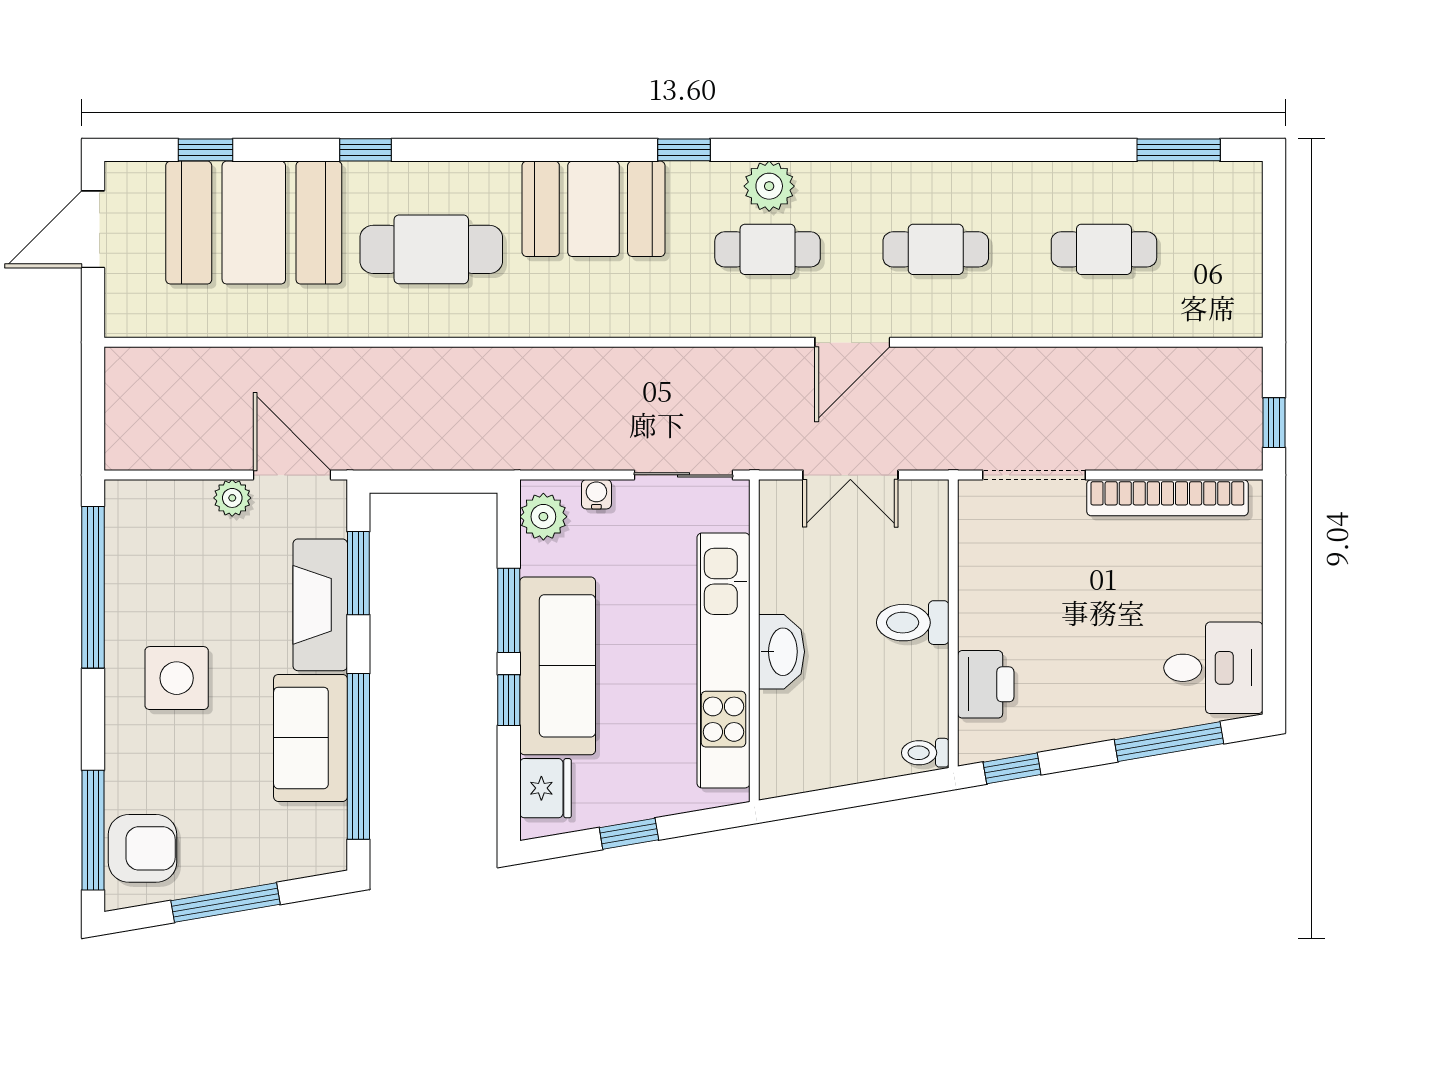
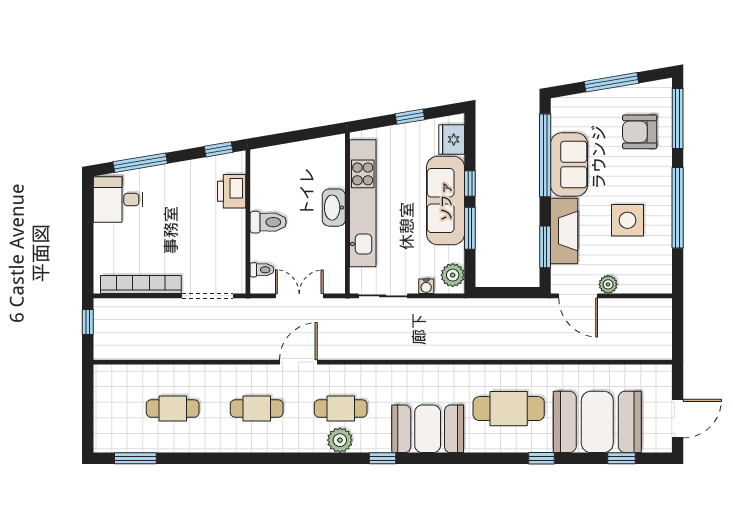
window: (93, 587) -> (678, 208), moved
side table: (177, 678) -> (627, 220), moved
toilet: (925, 753) -> (262, 270), moved
armchair: (142, 848) -> (640, 132), moved

